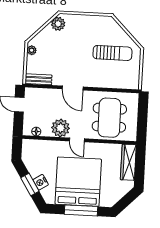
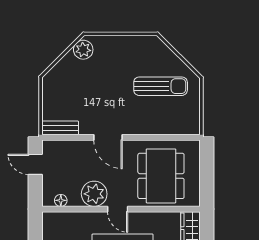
plant: (32, 50) -> (48, 88), removed

